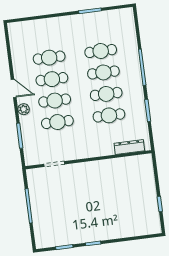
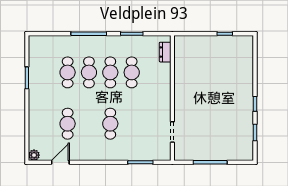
cafe table: (52, 79) -> (89, 124), removed
door: (14, 88) -> (60, 162), moved
plant: (24, 109) -> (34, 155), moved
cafe table: (57, 122) -> (132, 124), removed
dresser: (129, 147) -> (165, 52), width x0.70

